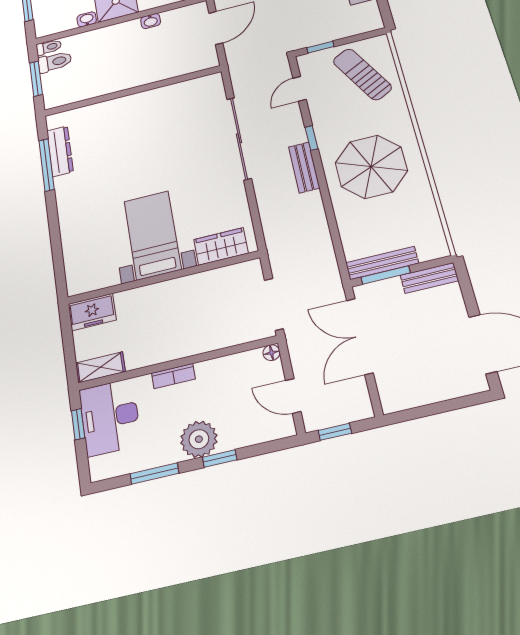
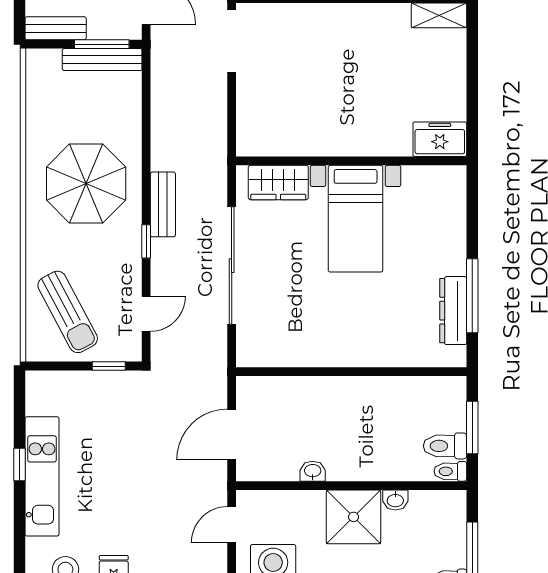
bed with nightstands: (153, 235) -> (356, 219), moved
wardrobe: (221, 246) -> (278, 182), moved
wall: (163, 277) -> (351, 161), moved
freezer: (92, 312) -> (440, 139), moved

